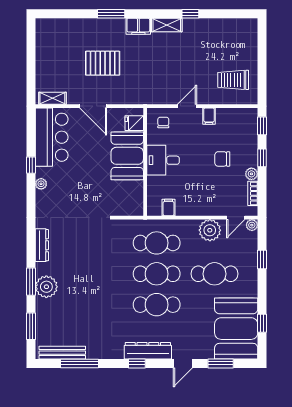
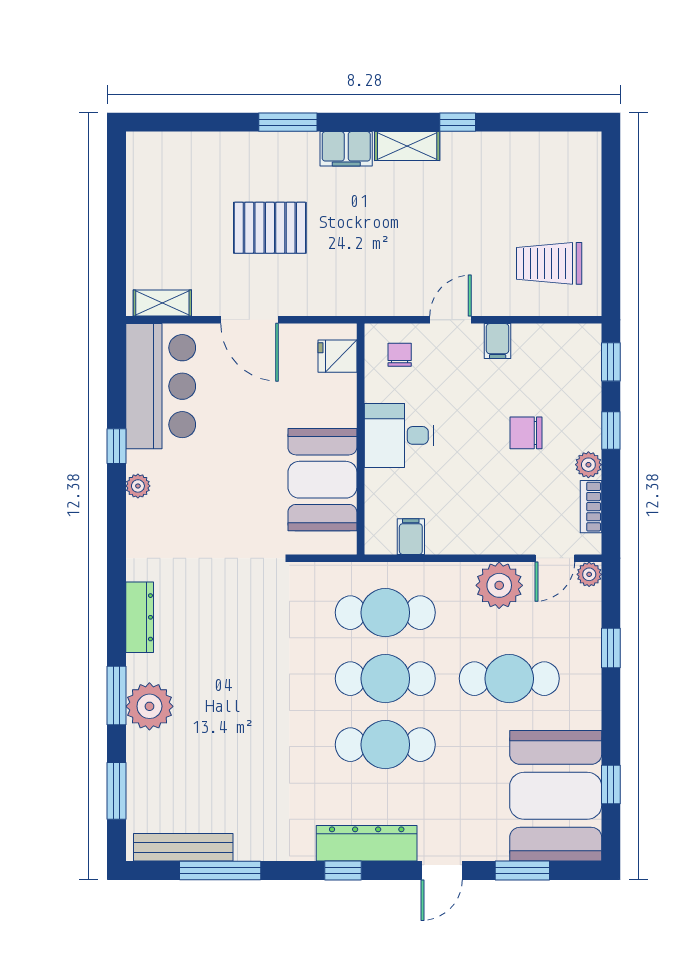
booth: (127, 156) -> (322, 480), moved

